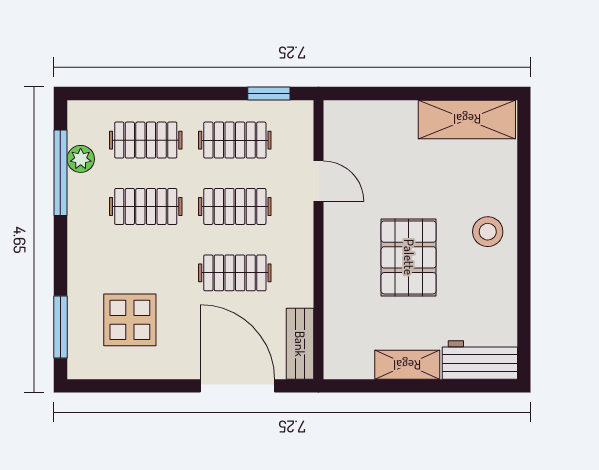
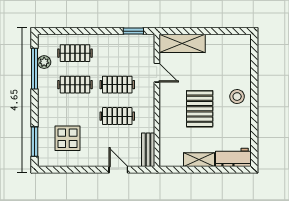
shelving: (467, 119) -> (182, 43), moved
clothes rail: (235, 140) -> (117, 53), removed
door: (237, 386) -> (118, 170), width x0.53

